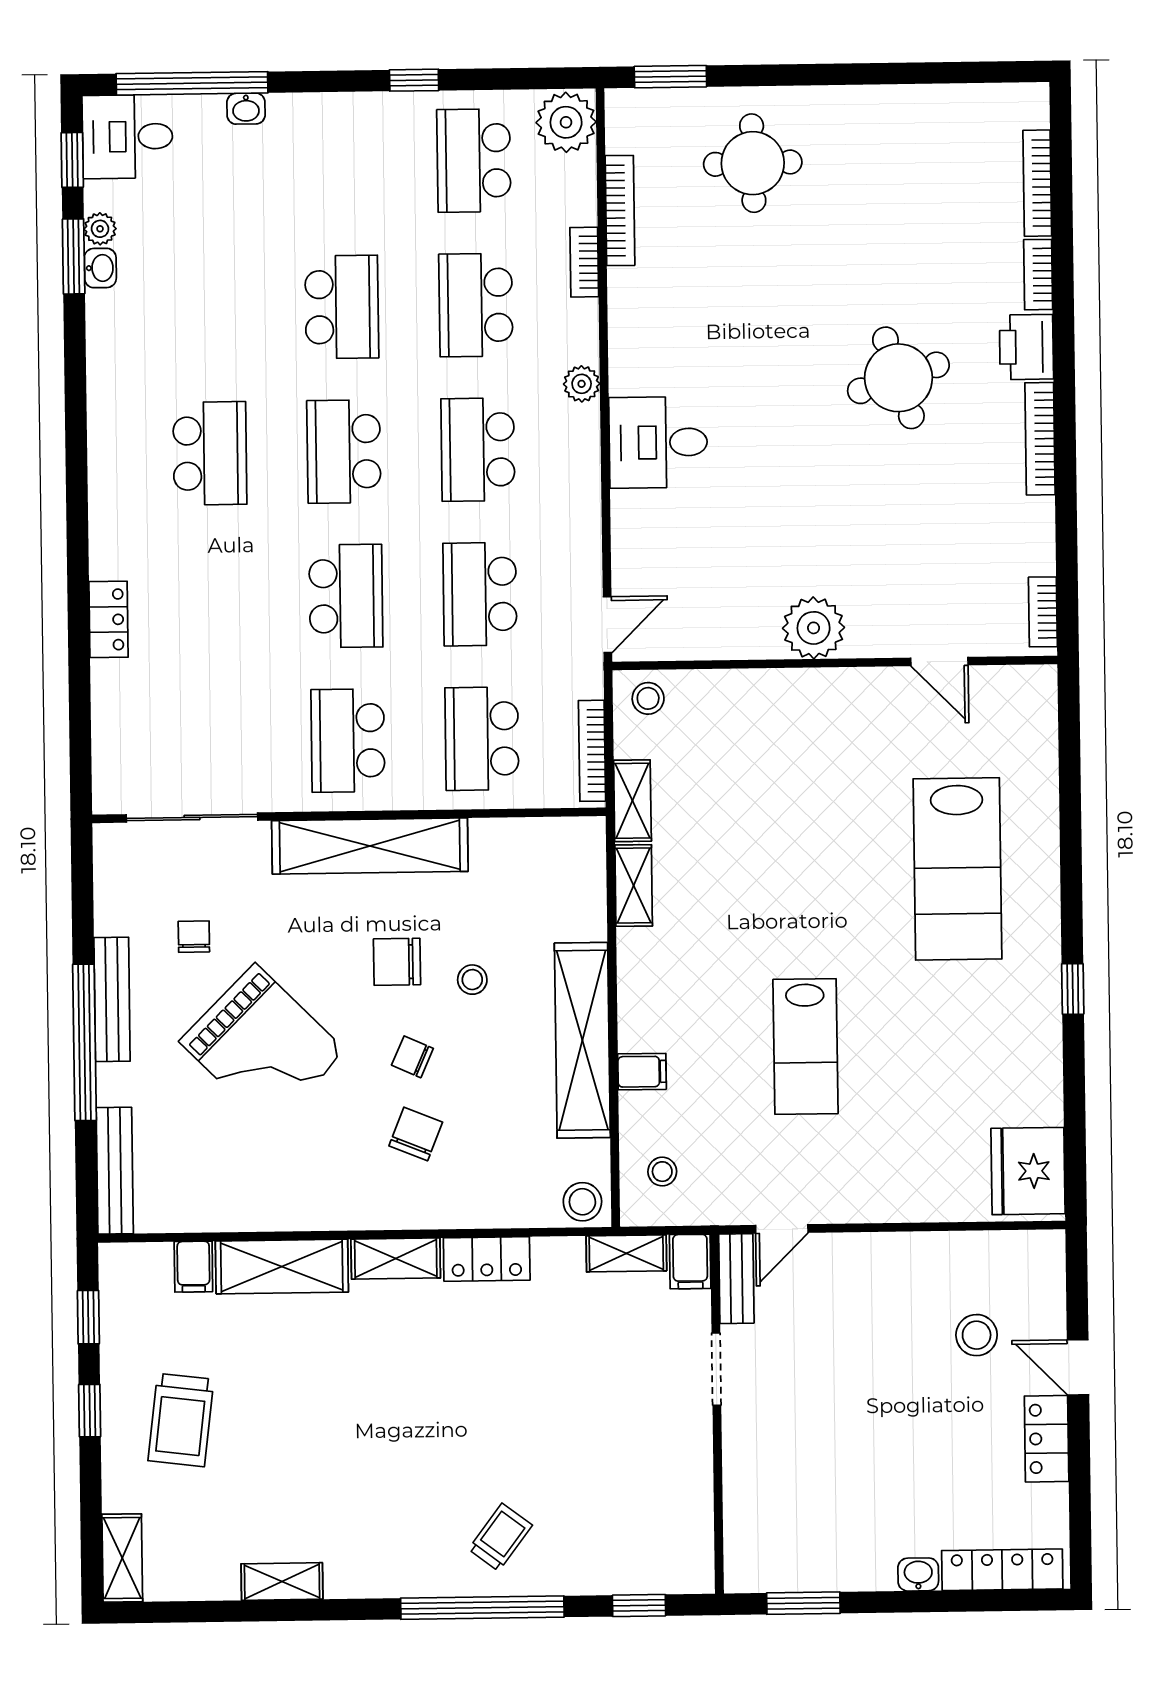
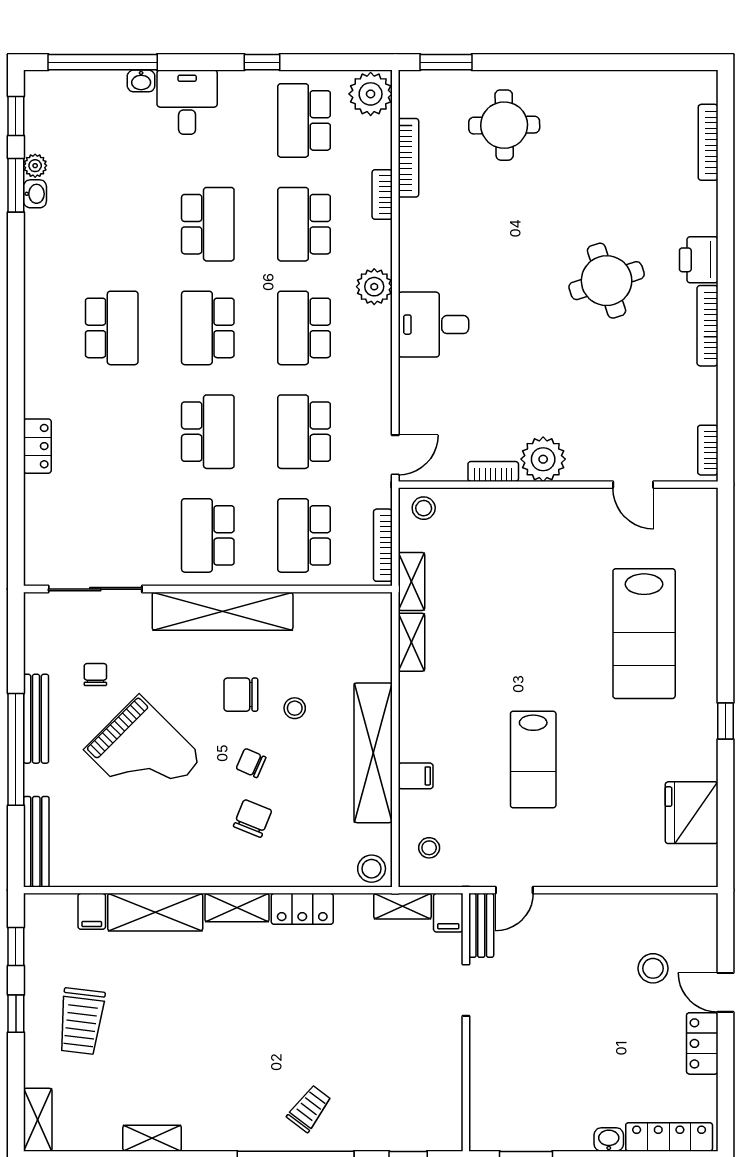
desk: (128, 137) -> (187, 102), moved, turned 90
bookcase: (1038, 275) -> (493, 471), moved, turned 90
plant: (582, 384) -> (374, 287), width x1.38, depth x1.38
fridge: (1028, 1171) -> (692, 813), moved

